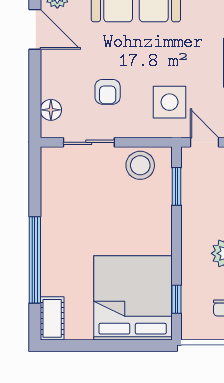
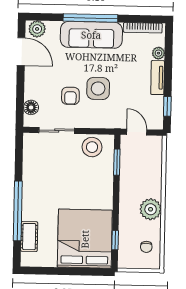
side table: (170, 102) -> (98, 88), moved
cot: (52, 318) -> (29, 237), moved

